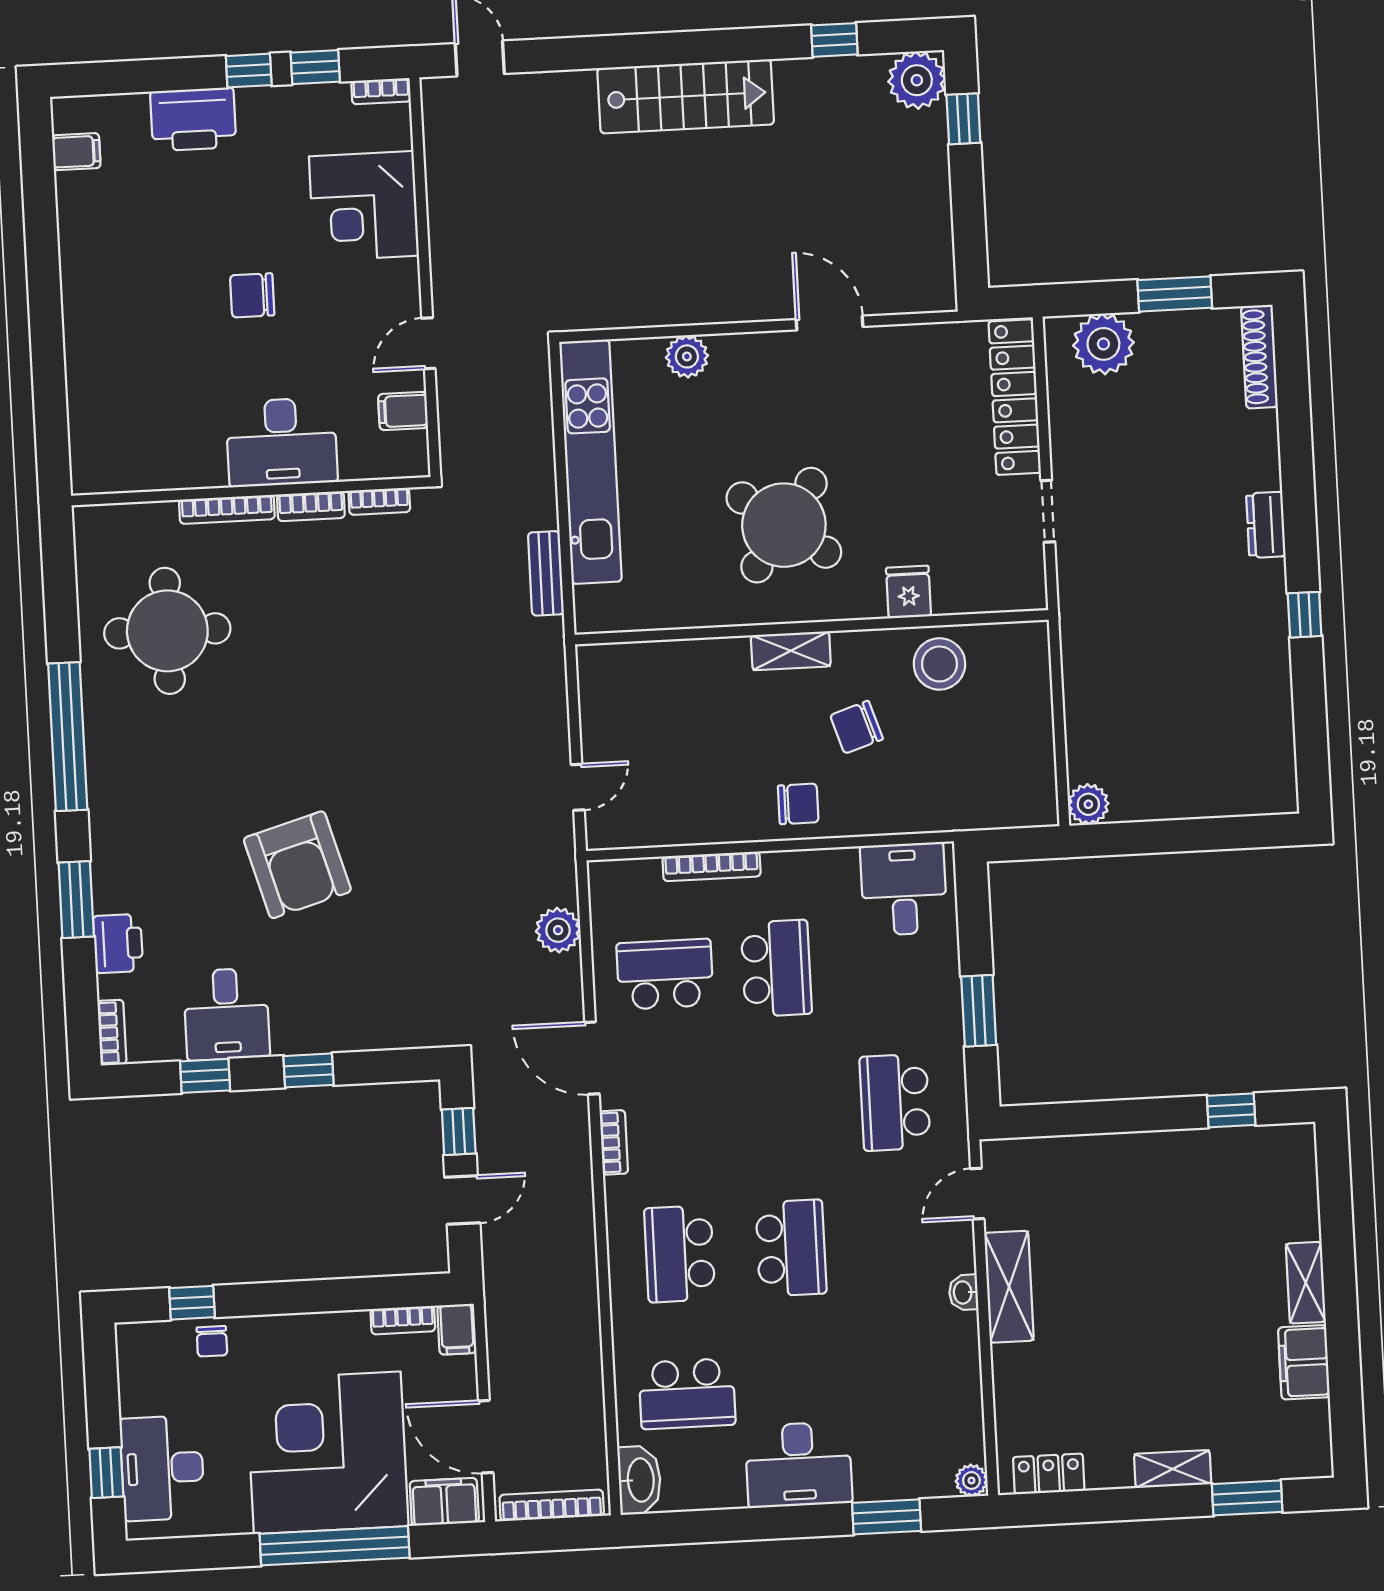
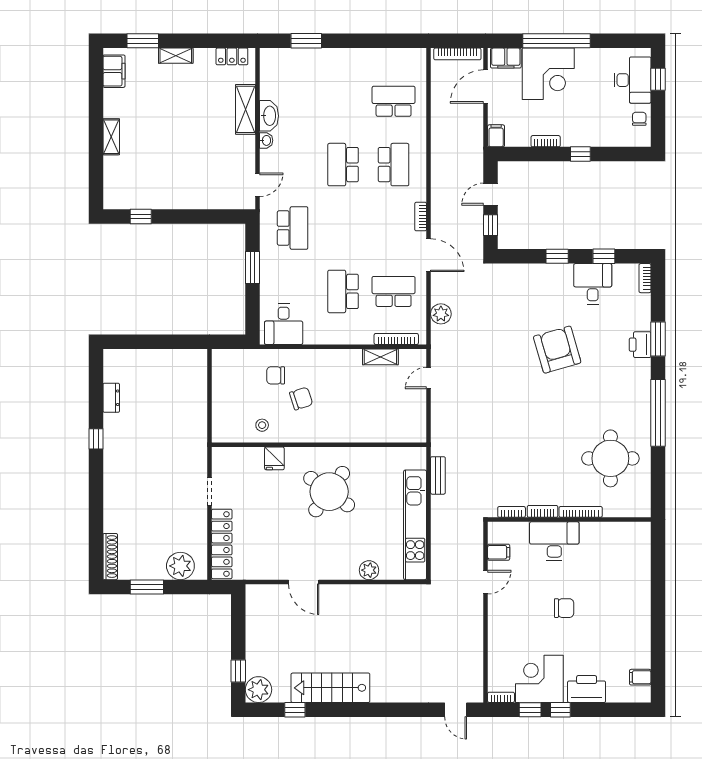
stairs: (686, 96) -> (330, 688), moved
corner desk: (364, 206) -> (539, 679), moved, turned -90
dresser: (1266, 525) -> (111, 398), moved
shelving: (791, 651) -> (380, 357), moved
stool: (939, 664) -> (262, 425), width x0.53, depth x0.53
chair: (798, 804) -> (276, 375), moved
plant: (1088, 804) -> (198, 358), removed
bookcase: (712, 866) -> (396, 339), moved
printer: (118, 943) -> (640, 345), moved
school desk: (665, 974) -> (394, 291), turned 180
shelving: (1009, 1287) -> (245, 109), moved
window: (192, 1303) -> (580, 154), moved
bookcase: (403, 1320) -> (546, 141), moved
chair: (212, 1341) -> (639, 119), moved
filing cabinet: (1304, 1362) -> (114, 71), moved
door: (486, 1437) -> (486, 87), swing flipped
corner desk: (327, 1453) -> (548, 74), width x0.74, depth x0.74
desk: (799, 1465) -> (345, 67), removed
washbasin: (640, 1480) -> (269, 116), moved, turned 180
plant: (971, 1481) -> (267, 55), removed

